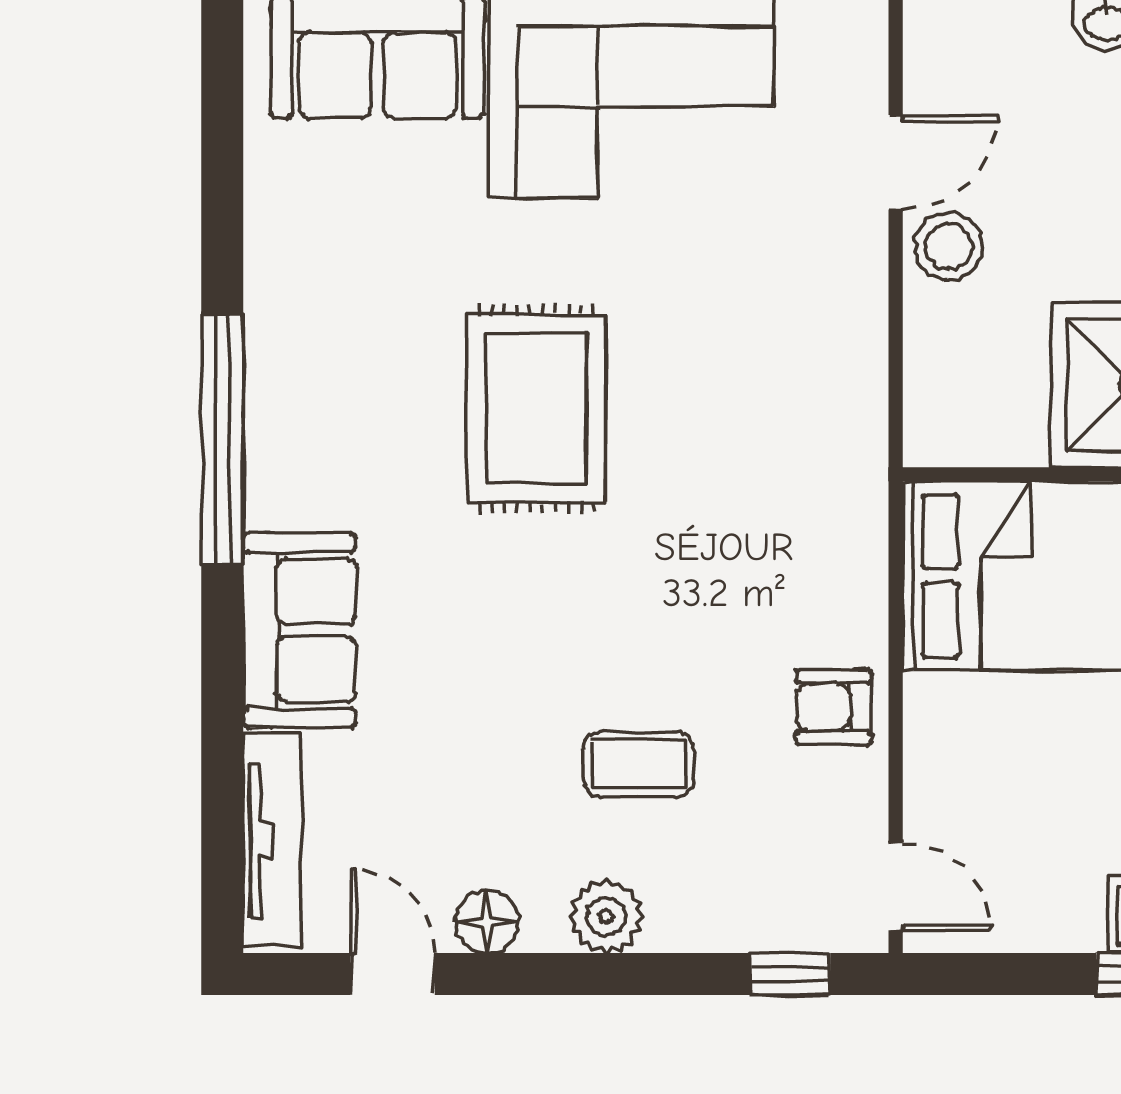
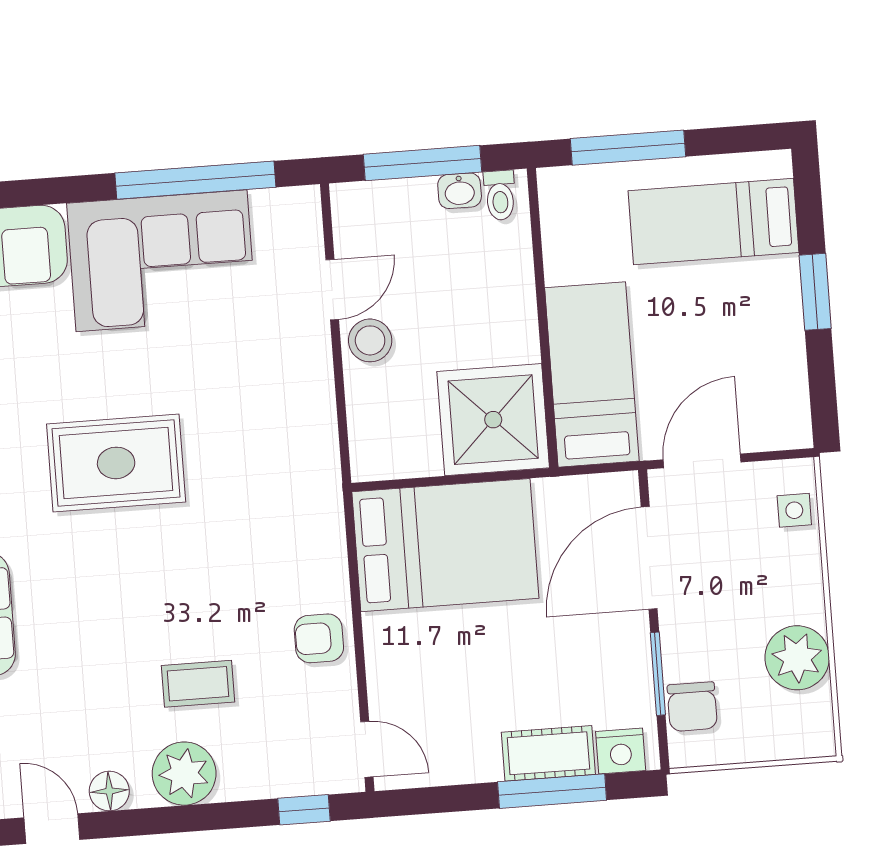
rug: (536, 408) -> (116, 463), turned 90
plant: (606, 917) -> (184, 774), width x1.36, depth x1.36

